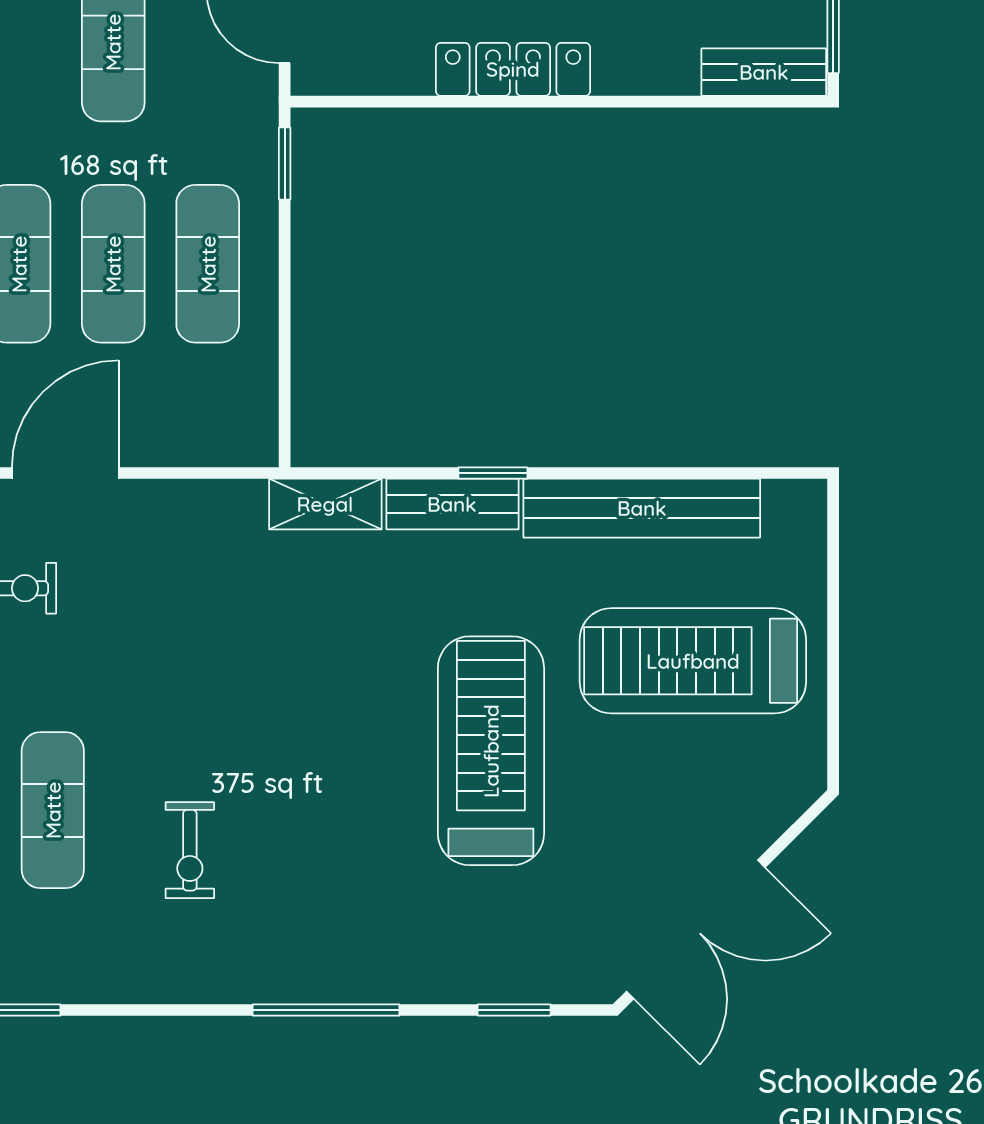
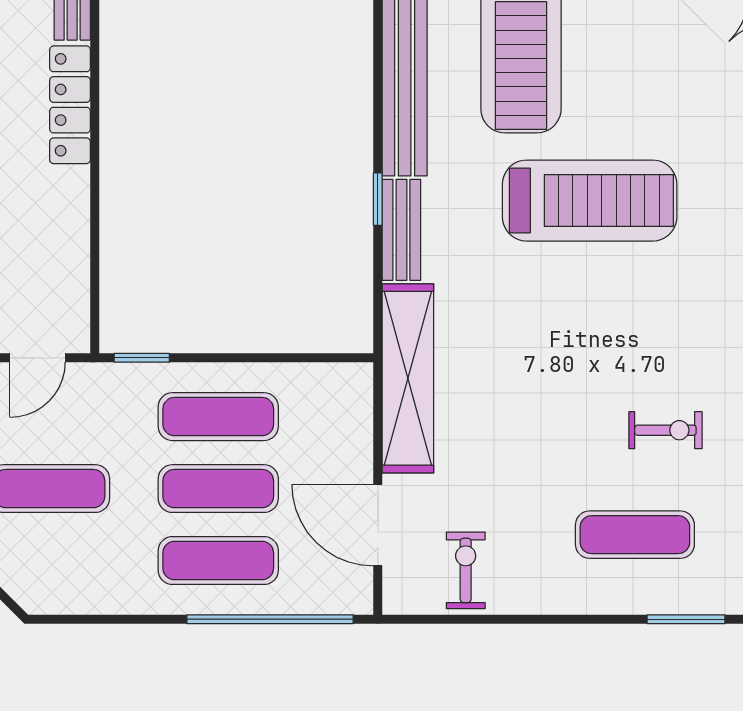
locker: (513, 69) -> (70, 105), moved
shelving: (325, 504) -> (408, 378), width x2.20, depth x1.33
treadmill: (491, 751) -> (590, 201), turned 180

